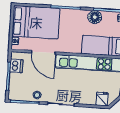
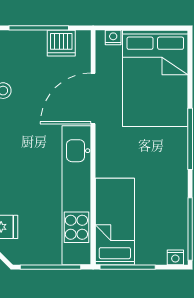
floor lamp: (95, 17) -> (174, 201), removed

